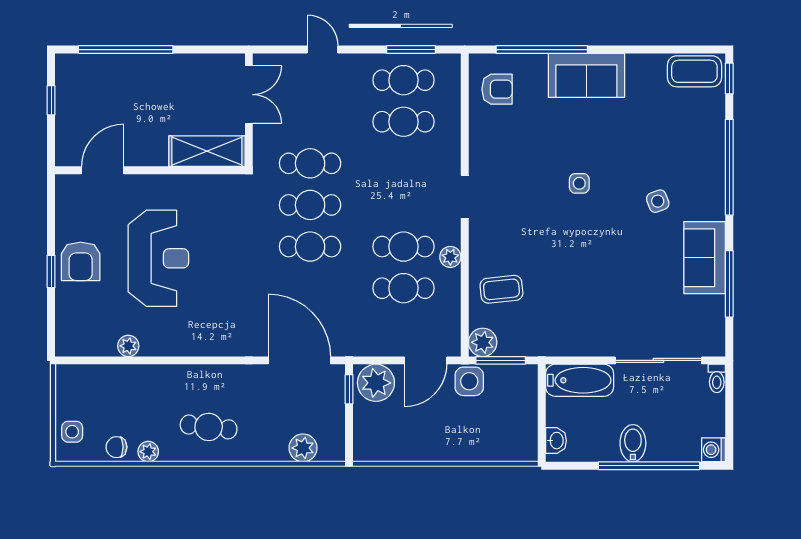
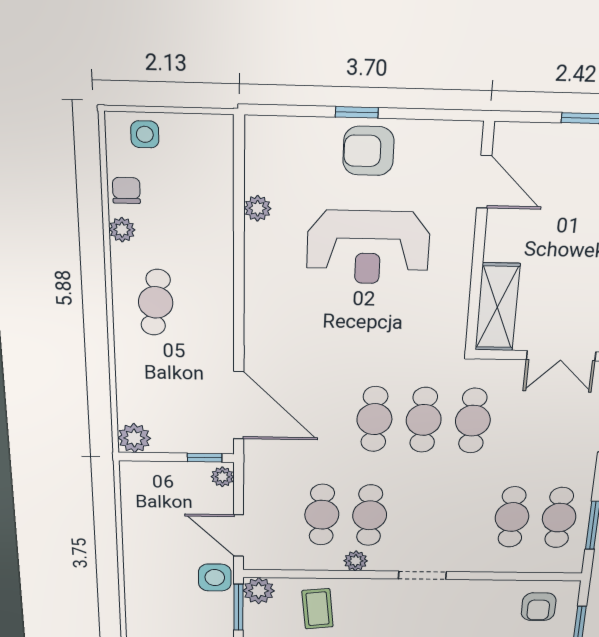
door: (299, 360) -> (239, 405), hinge flipped
plant: (376, 383) -> (222, 477), width x0.53, depth x0.53
plant: (303, 448) -> (134, 438), moved

